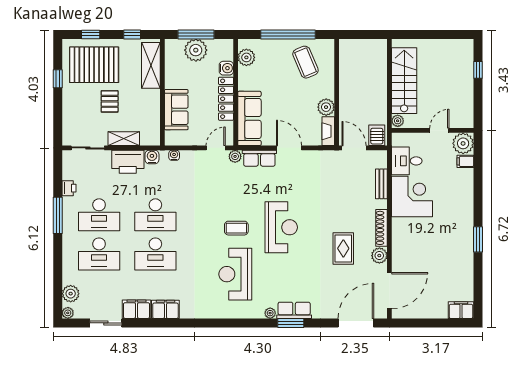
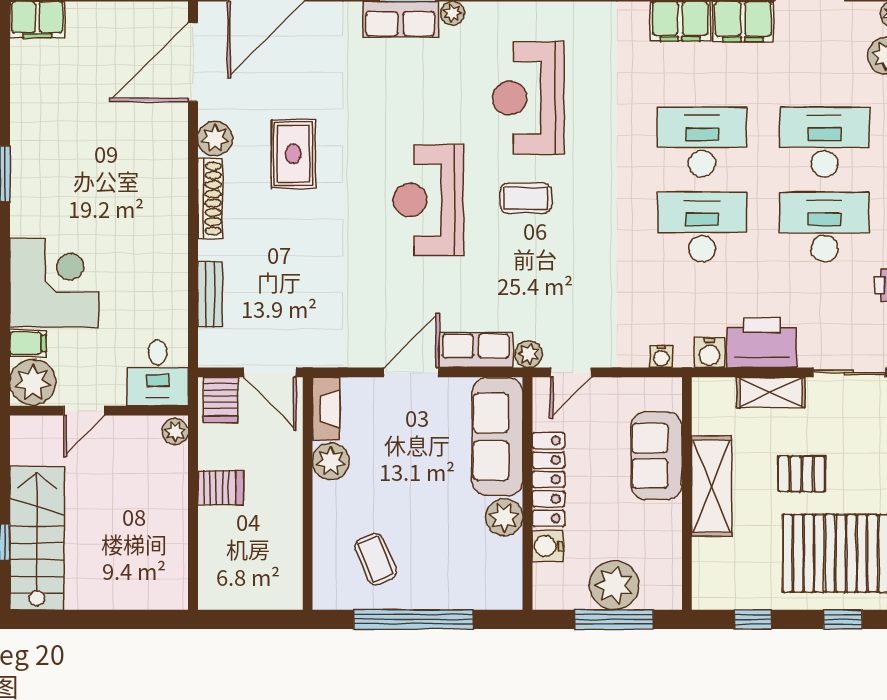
plant: (246, 57) -> (504, 517), moved
coffee table: (305, 62) -> (376, 559), width x0.73, depth x0.77
shelving: (151, 65) -> (712, 486), moved
stairs: (404, 81) -> (37, 538), moved, turned 180
server rack: (377, 95) -> (221, 488), added
pallet: (110, 101) -> (802, 474), turned 90
door: (289, 148) -> (411, 372), swing flipped
desk: (407, 161) -> (158, 373), moved, turned 90
corner desk: (412, 197) -> (54, 283), moved, turned 180
reception desk: (235, 274) -> (528, 98), turned 180

